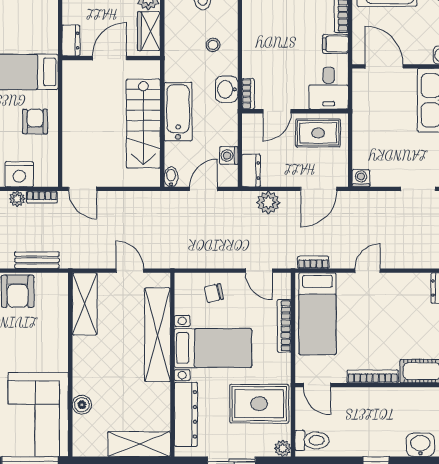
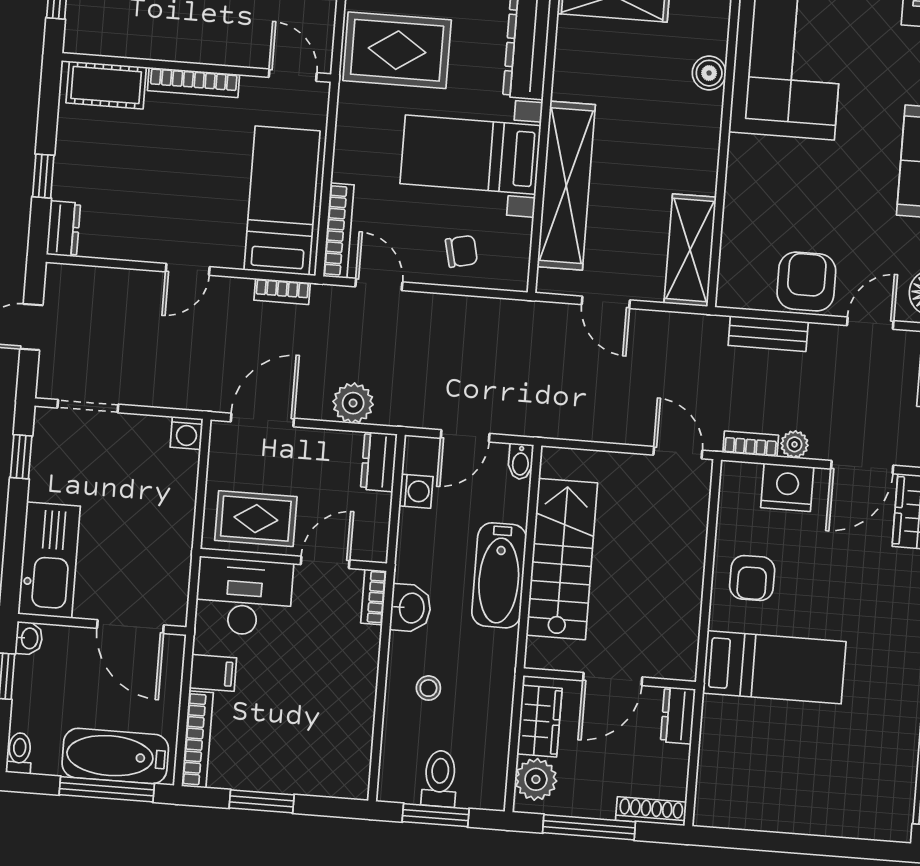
desk: (329, 88) -> (244, 597), width x1.37
bookcase: (284, 326) -> (339, 231), moved

